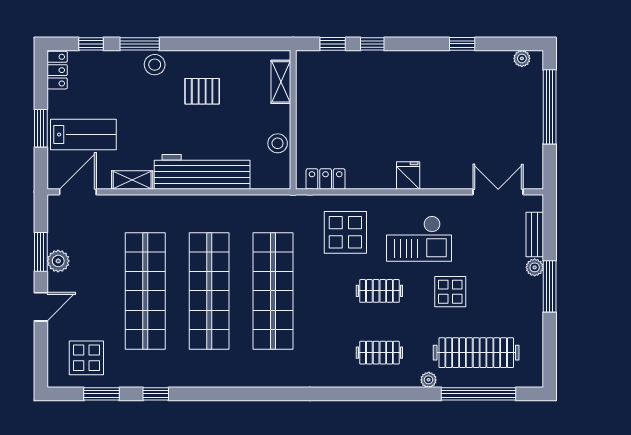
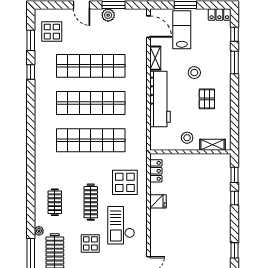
stool: (155, 65) -> (194, 73), moved
lab bench: (83, 135) -> (182, 30), turned 180
stool: (278, 143) -> (187, 138), moved
fridge: (408, 175) -> (158, 201), moved
clothes rail: (379, 291) -> (91, 202), width x1.36

